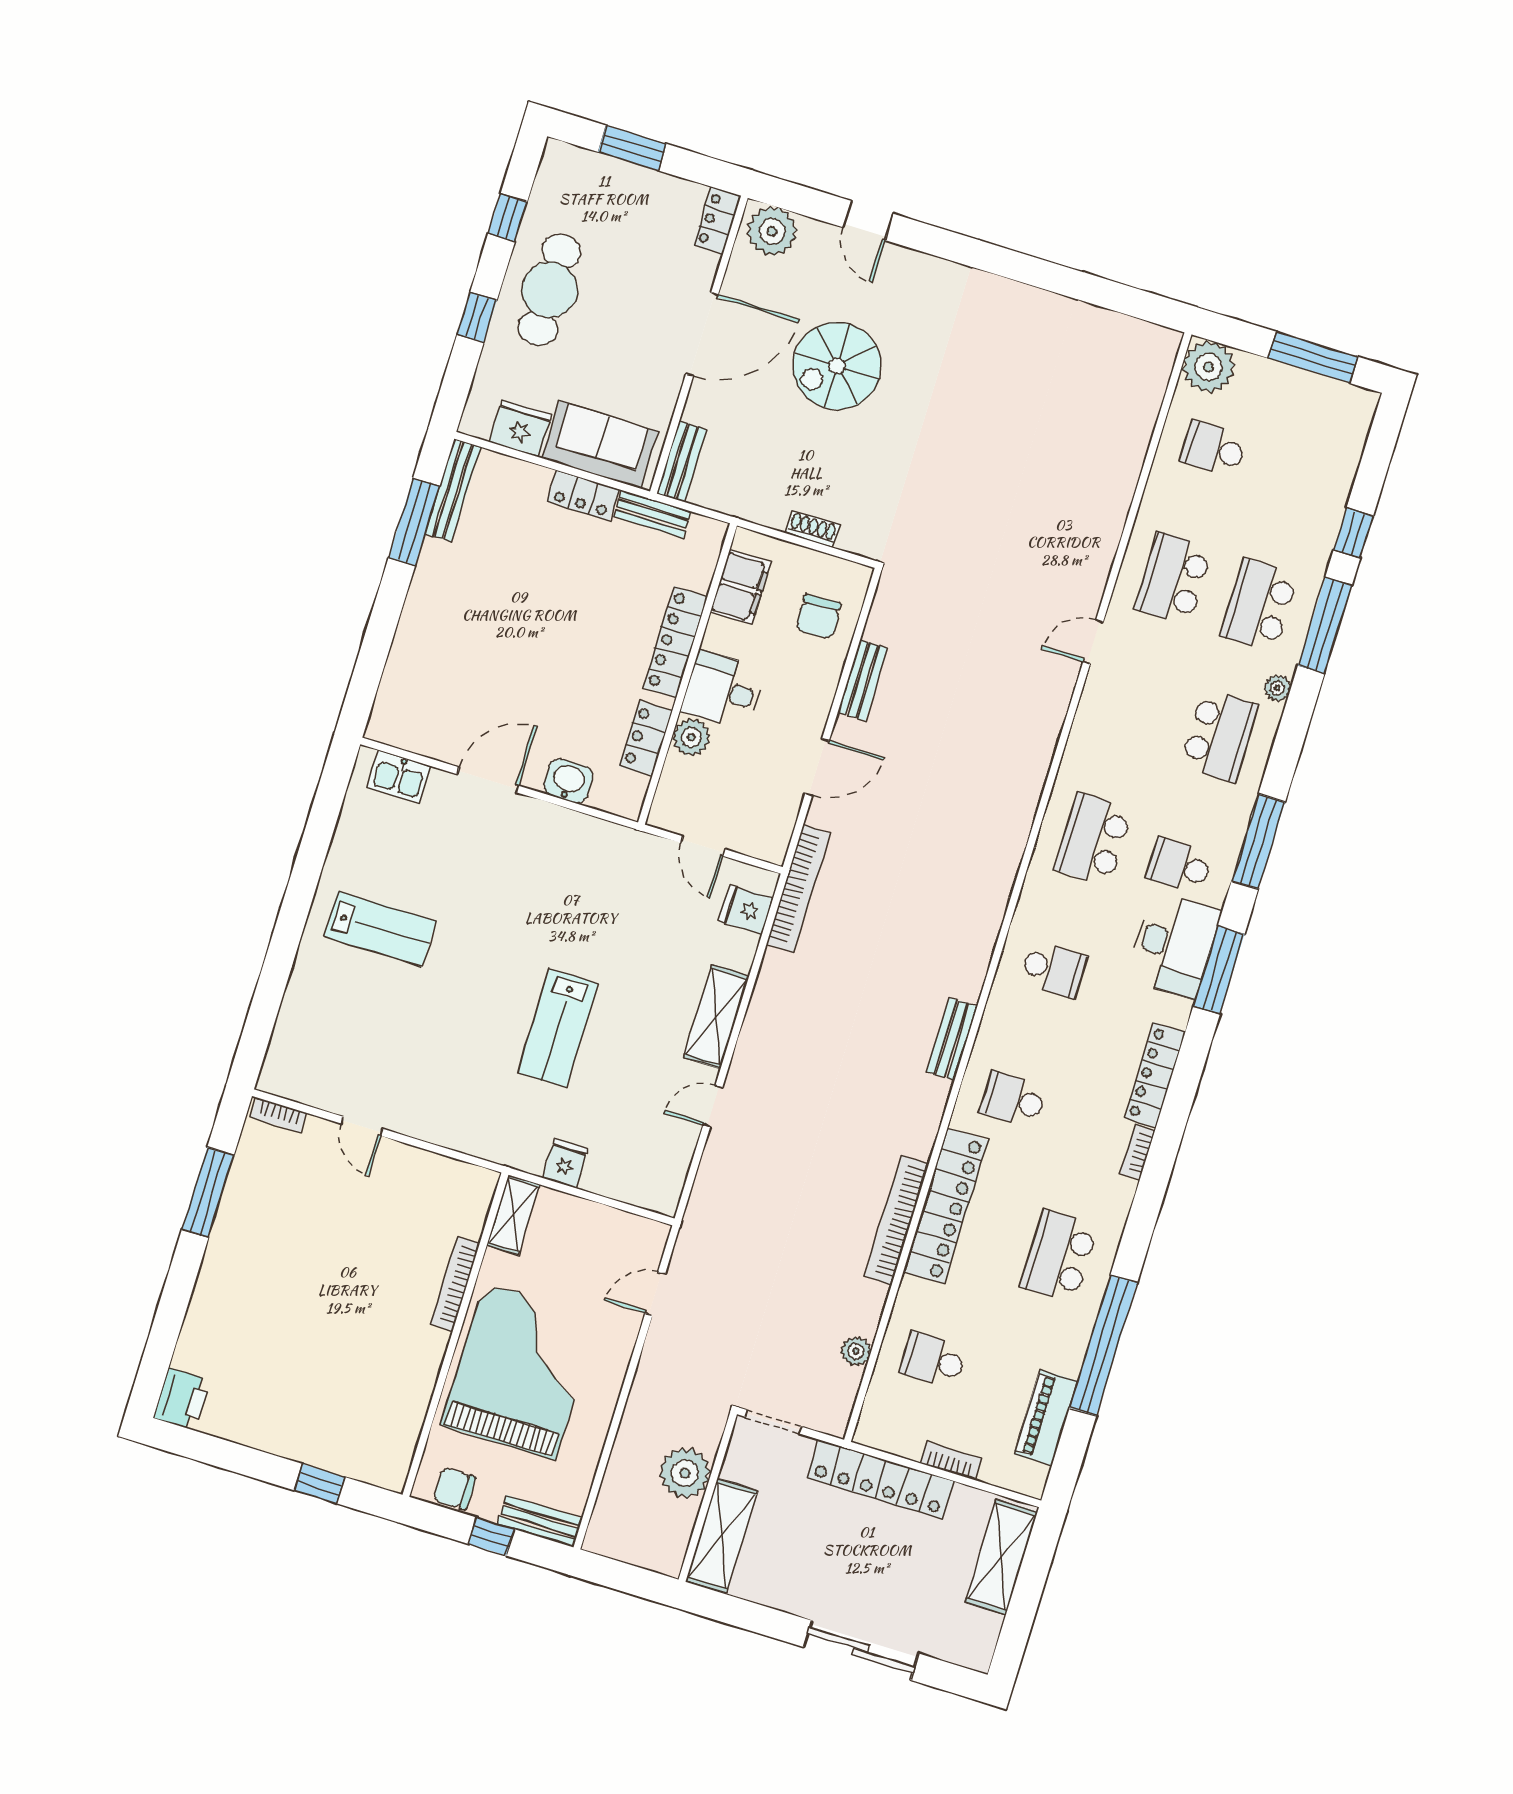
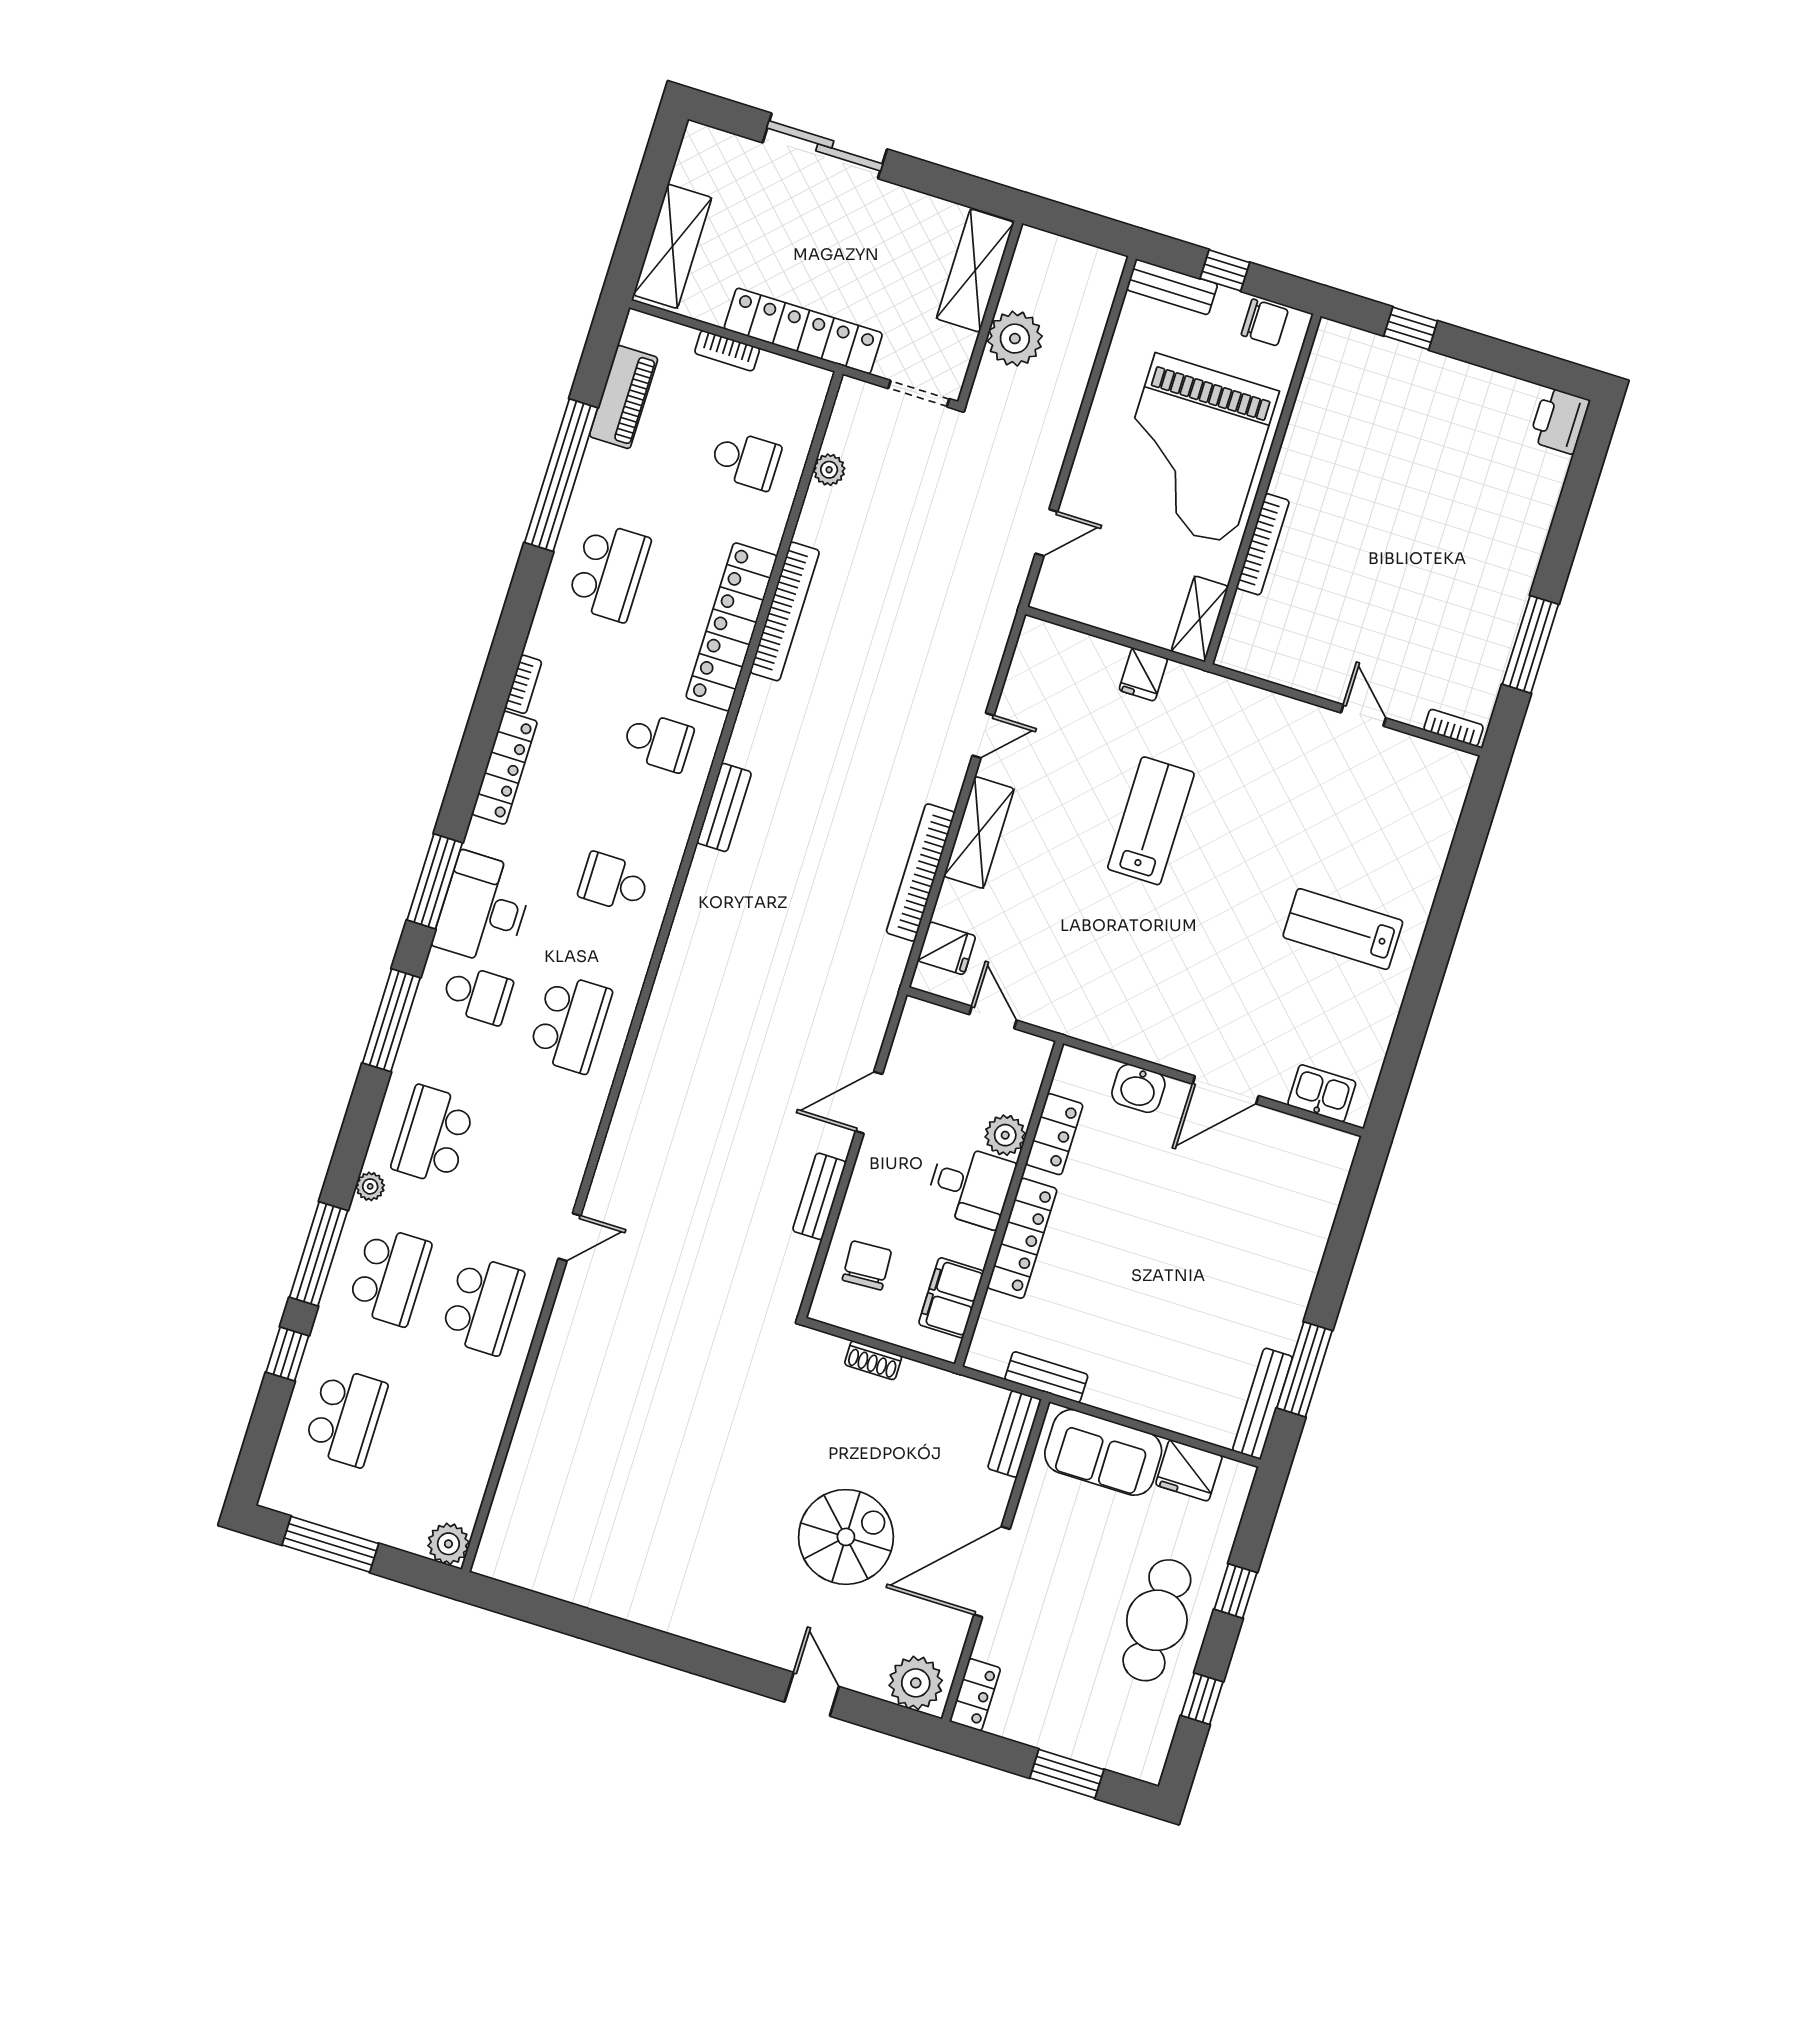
plant: (1209, 367) -> (448, 1544), width x0.73, depth x0.73
school desk: (1214, 449) -> (346, 1417), moved, width x1.85
locker: (583, 495) -> (1122, 1398), removed
bookcase: (798, 889) -> (921, 872), moved

